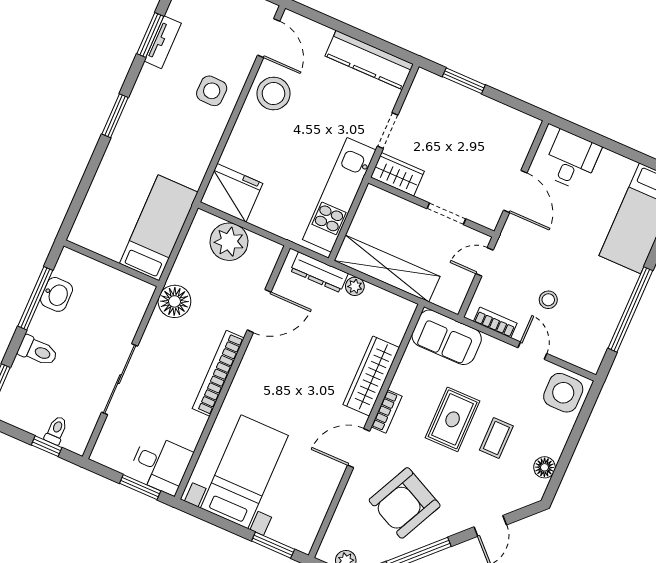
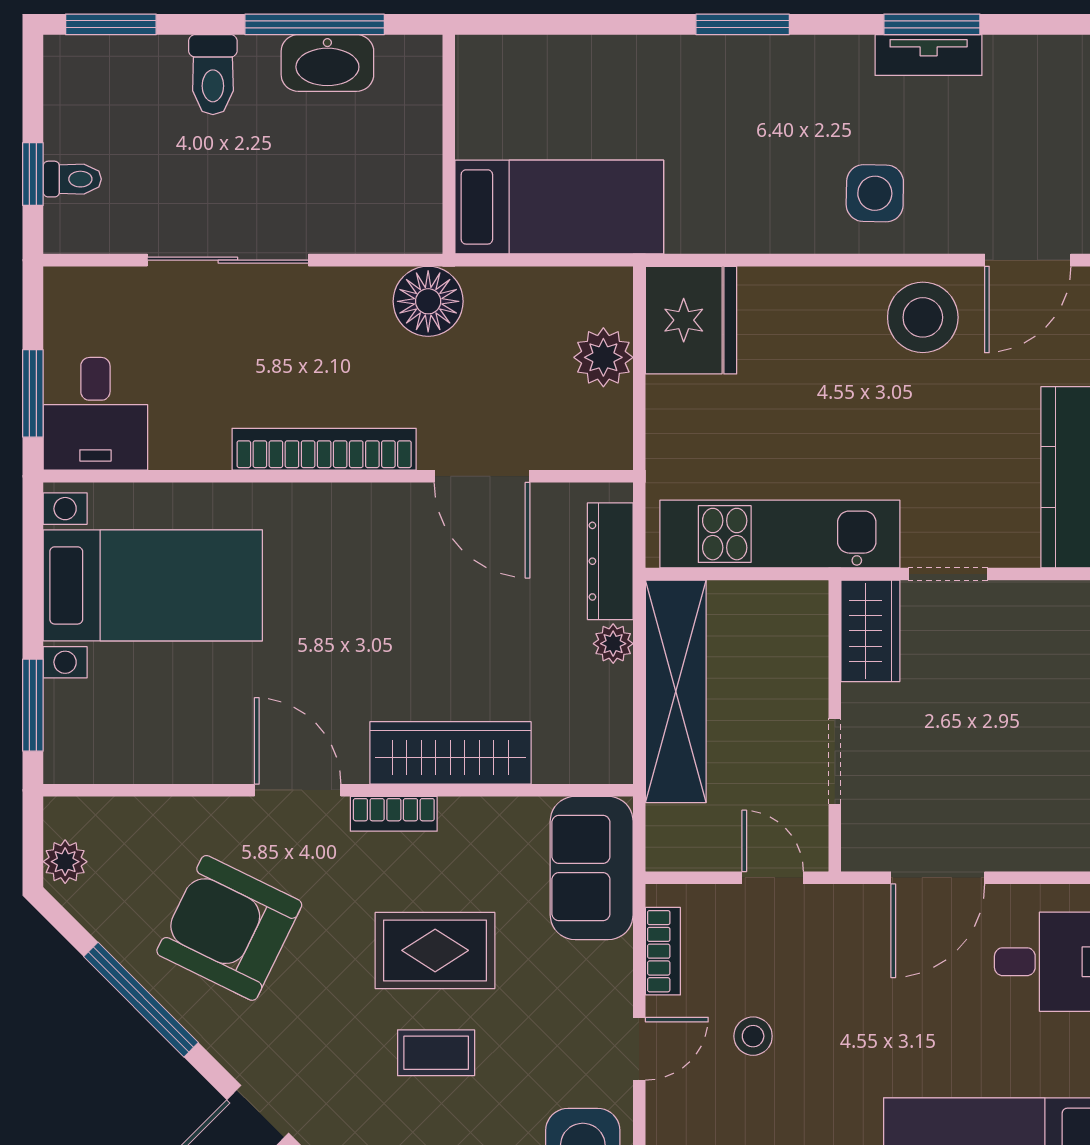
plant: (229, 242) -> (603, 357), width x0.73, depth x0.73
washbasin: (57, 294) -> (327, 63), width x1.38

